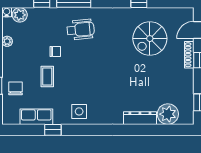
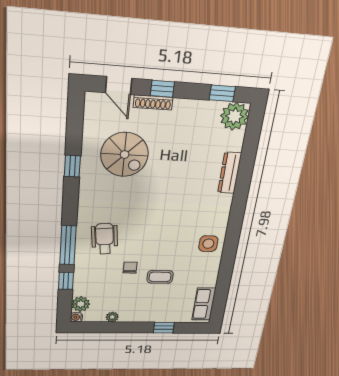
chair: (16, 88) -> (170, 309), removed
plant: (168, 114) -> (234, 116), moved
row of seats: (36, 117) -> (204, 304), moved
window: (53, 130) -> (225, 272), removed

